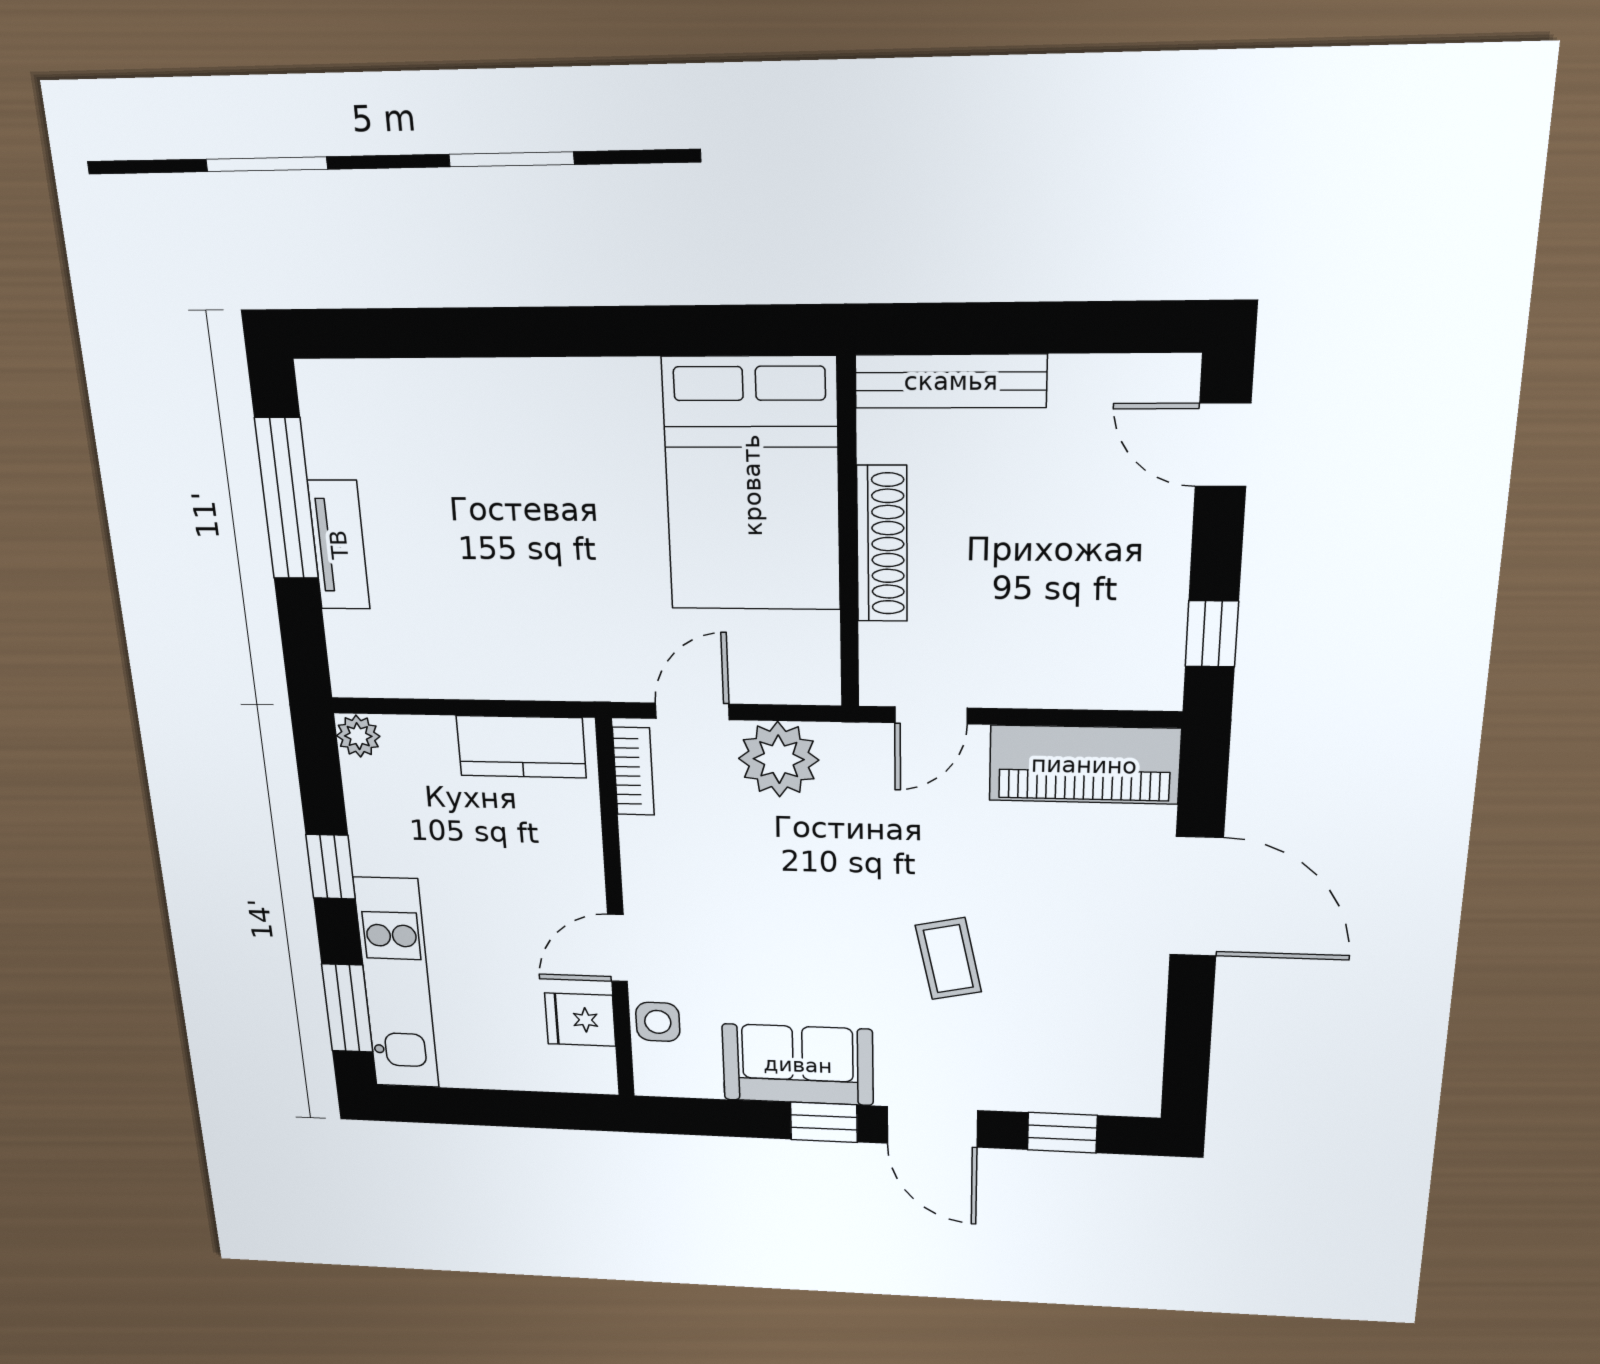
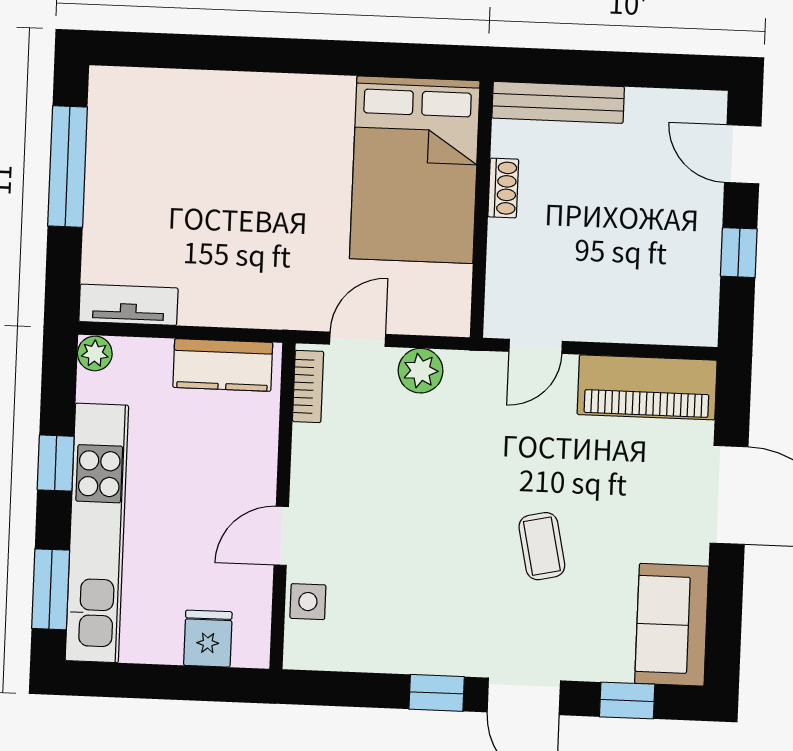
shoe rack: (882, 544) -> (503, 188), width x0.51, depth x0.81
tv unit: (339, 545) -> (128, 305), moved, turned -90
window: (1212, 634) -> (739, 253), moved
plant: (779, 759) -> (421, 371), width x0.73, depth x0.73
kitchen unit: (397, 984) -> (97, 533), width x1.36
fridge: (580, 1020) -> (208, 639), moved, turned 90
sofa: (798, 1065) -> (672, 625), moved, turned -90

